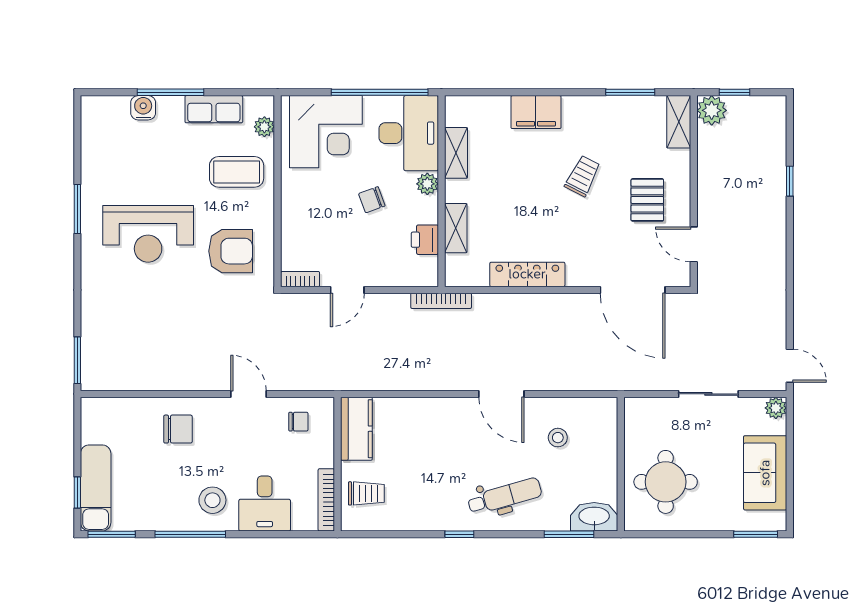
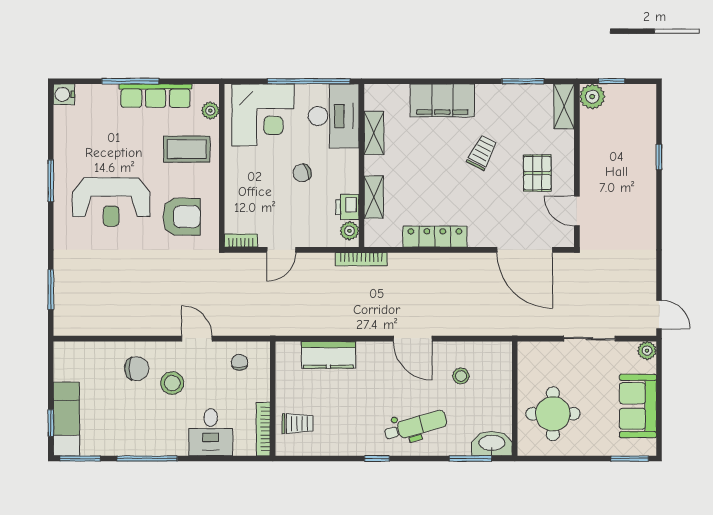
water cooler: (143, 108) -> (64, 94), moved, turned -90
row of seats: (214, 109) -> (156, 96), width x1.48
filing cabinet: (536, 112) -> (442, 100), width x1.50, depth x1.17
plant: (427, 184) -> (350, 231), moved
window: (77, 360) -> (51, 290), moved
chair: (298, 422) -> (240, 362), turned -90
kitchen counter: (356, 429) -> (328, 355), moved, turned 90
stool: (212, 500) -> (172, 383), moved

